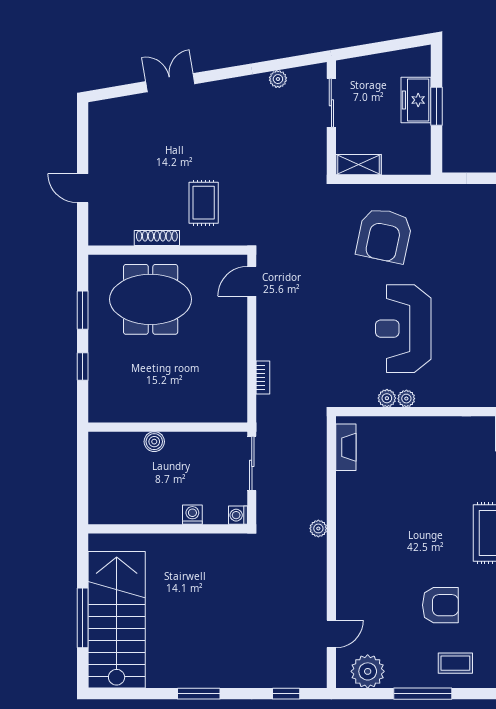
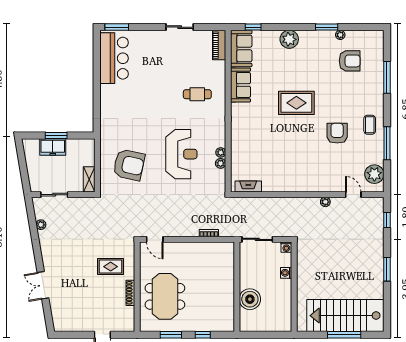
reception desk: (403, 329) -> (181, 154), turned -90
boiler: (154, 442) -> (250, 299), width x1.86, depth x1.86
plant: (318, 528) -> (325, 202), moved

